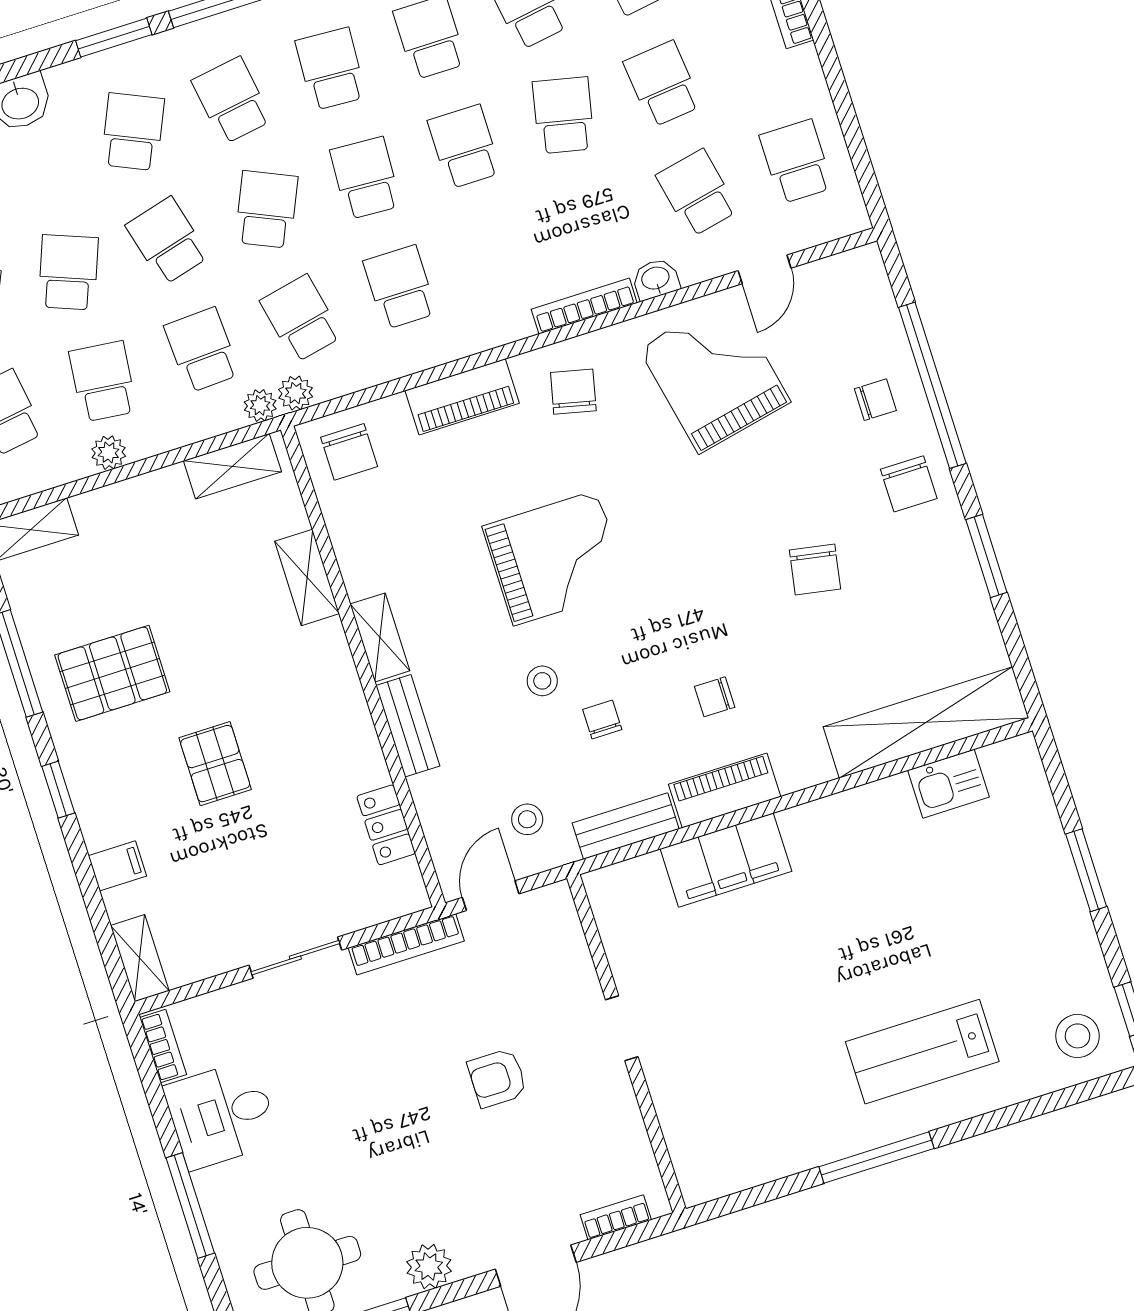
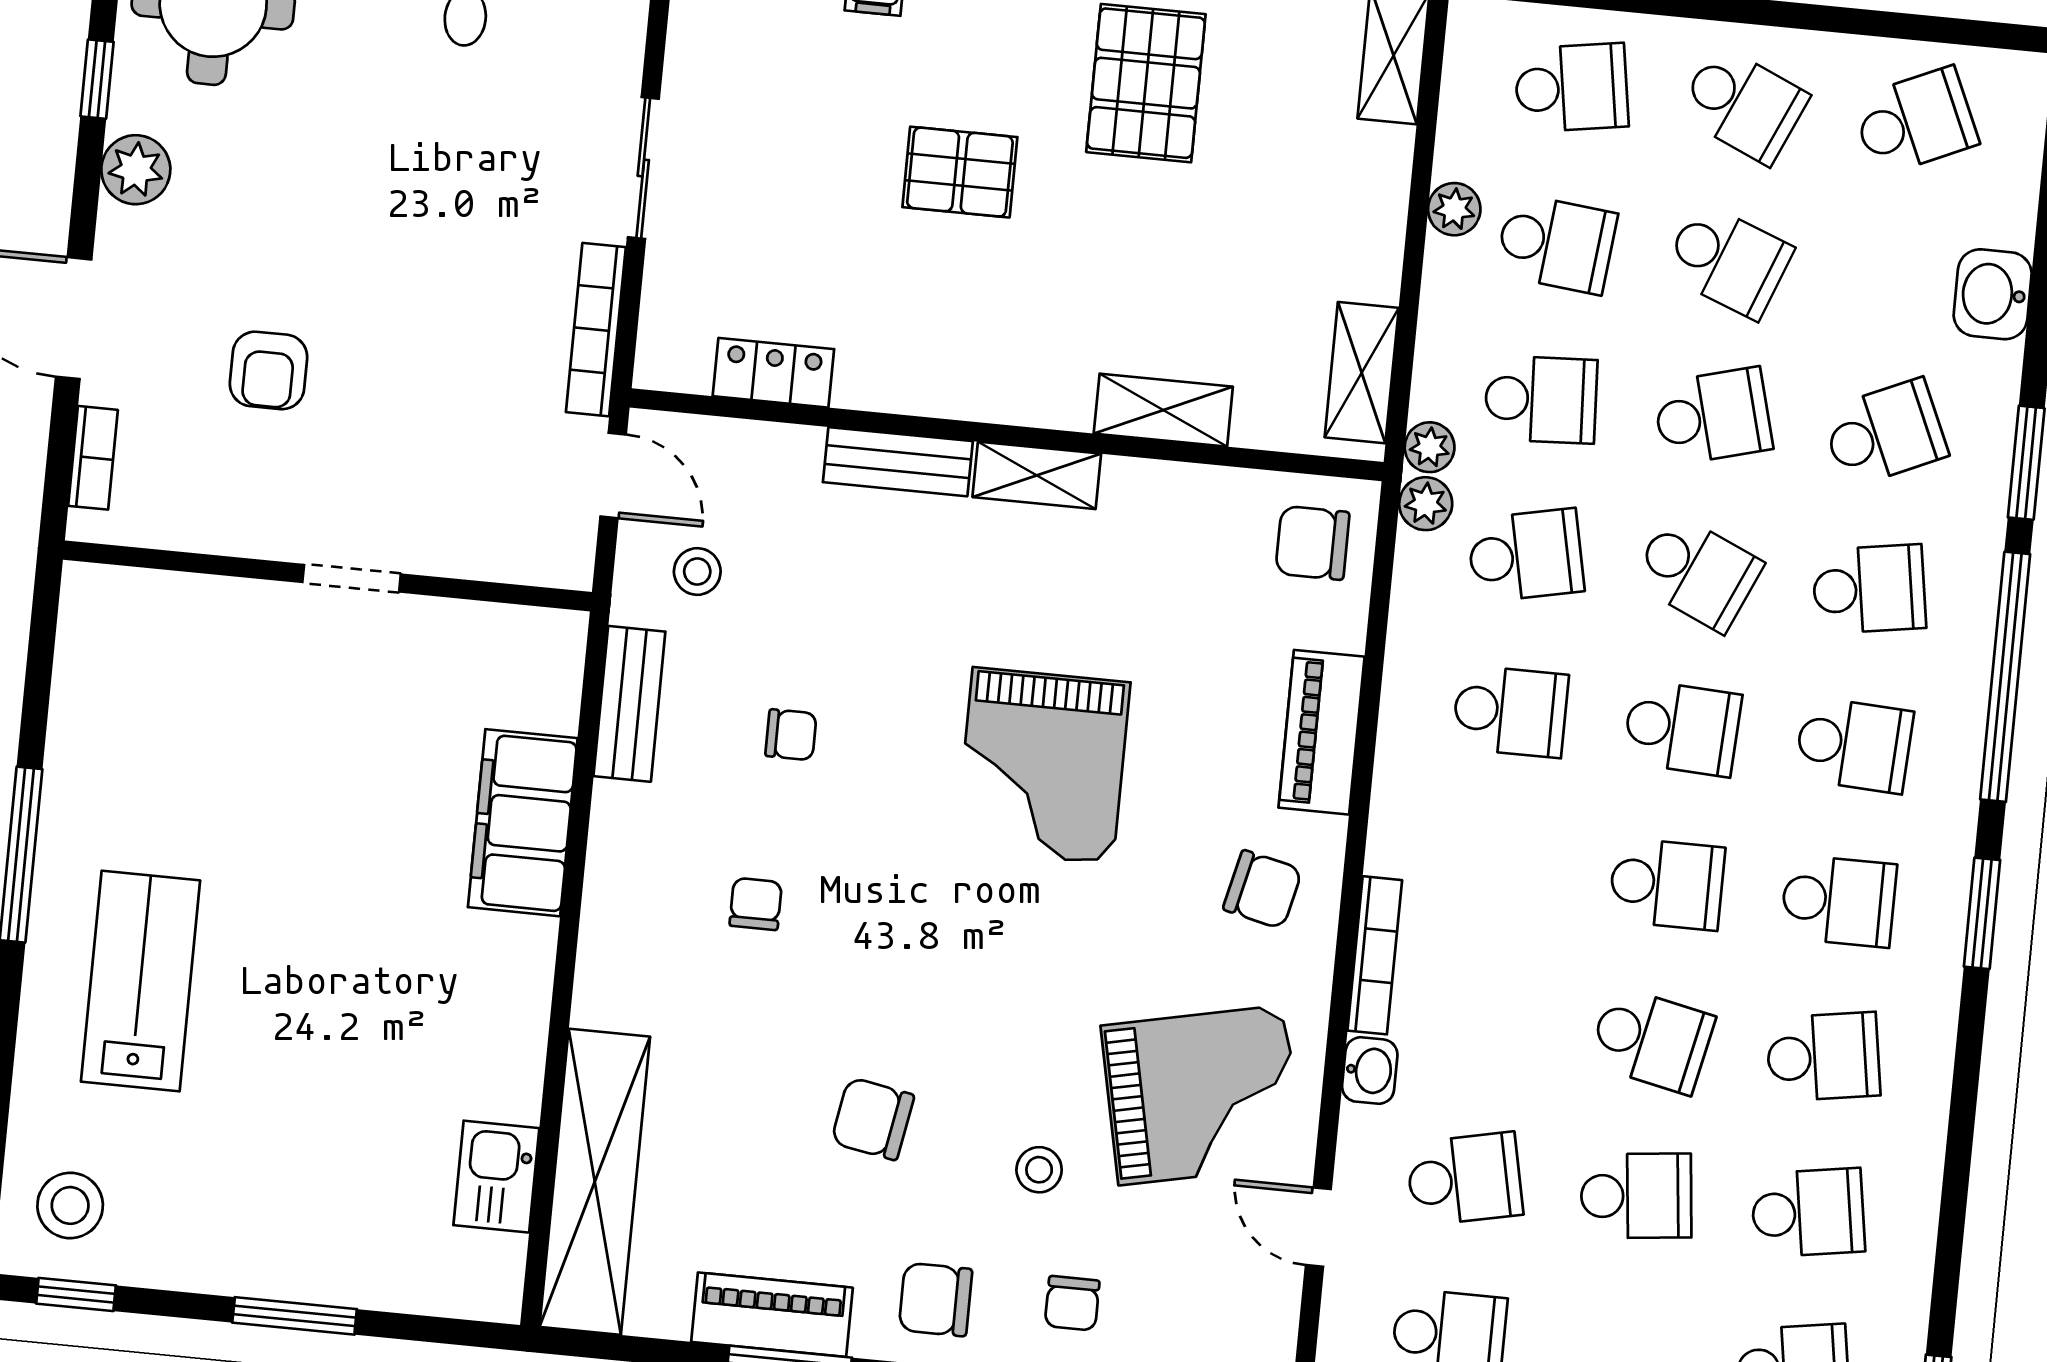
school desk: (133, 132) -> (1884, 433), turned -48
stool: (542, 681) -> (1039, 1170), moved
piano: (725, 790) -> (772, 1315), moved, turned -90
armchair: (497, 1078) -> (269, 370), moved, turned 180

